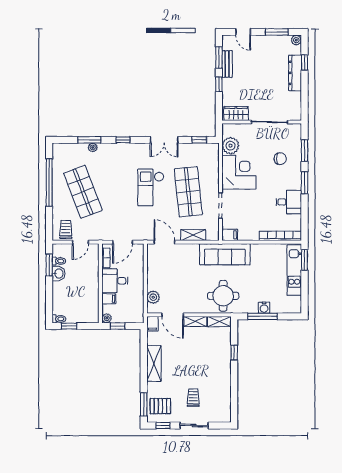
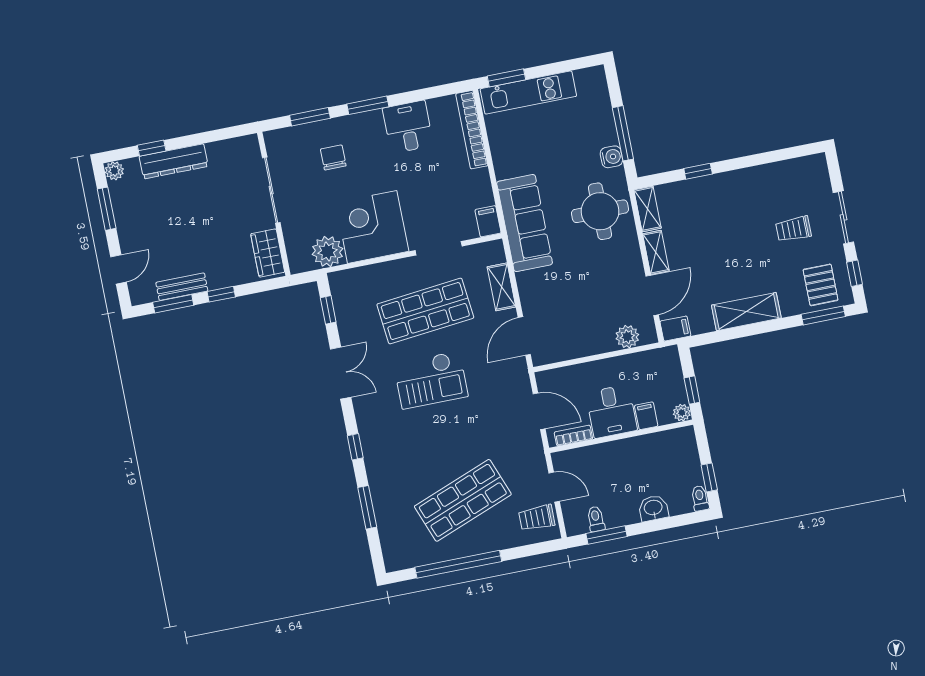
plant: (93, 147) -> (380, 499), removed
washbasin: (59, 274) -> (653, 508), moved
water cooler: (264, 308) -> (611, 157), moved

